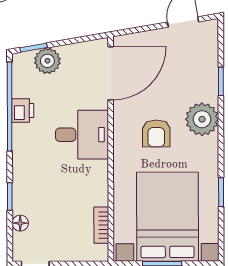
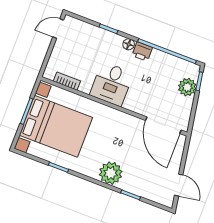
printer: (23, 110) -> (142, 51), moved
armchair: (156, 133) -> (113, 140), removed
desk: (82, 135) -> (112, 84), moved
floor lamp: (20, 223) -> (129, 44), moved

